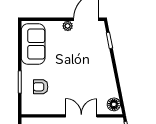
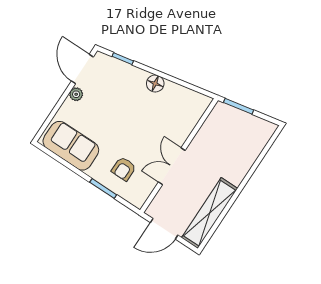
floor lamp: (114, 104) -> (155, 84), moved
double door: (81, 116) -> (172, 166), moved

